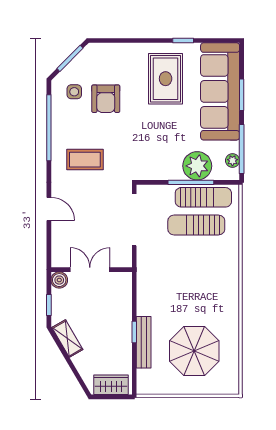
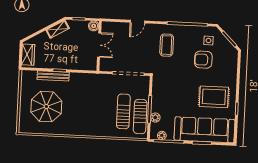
plant: (197, 166) -> (155, 118), width x0.53, depth x0.53

